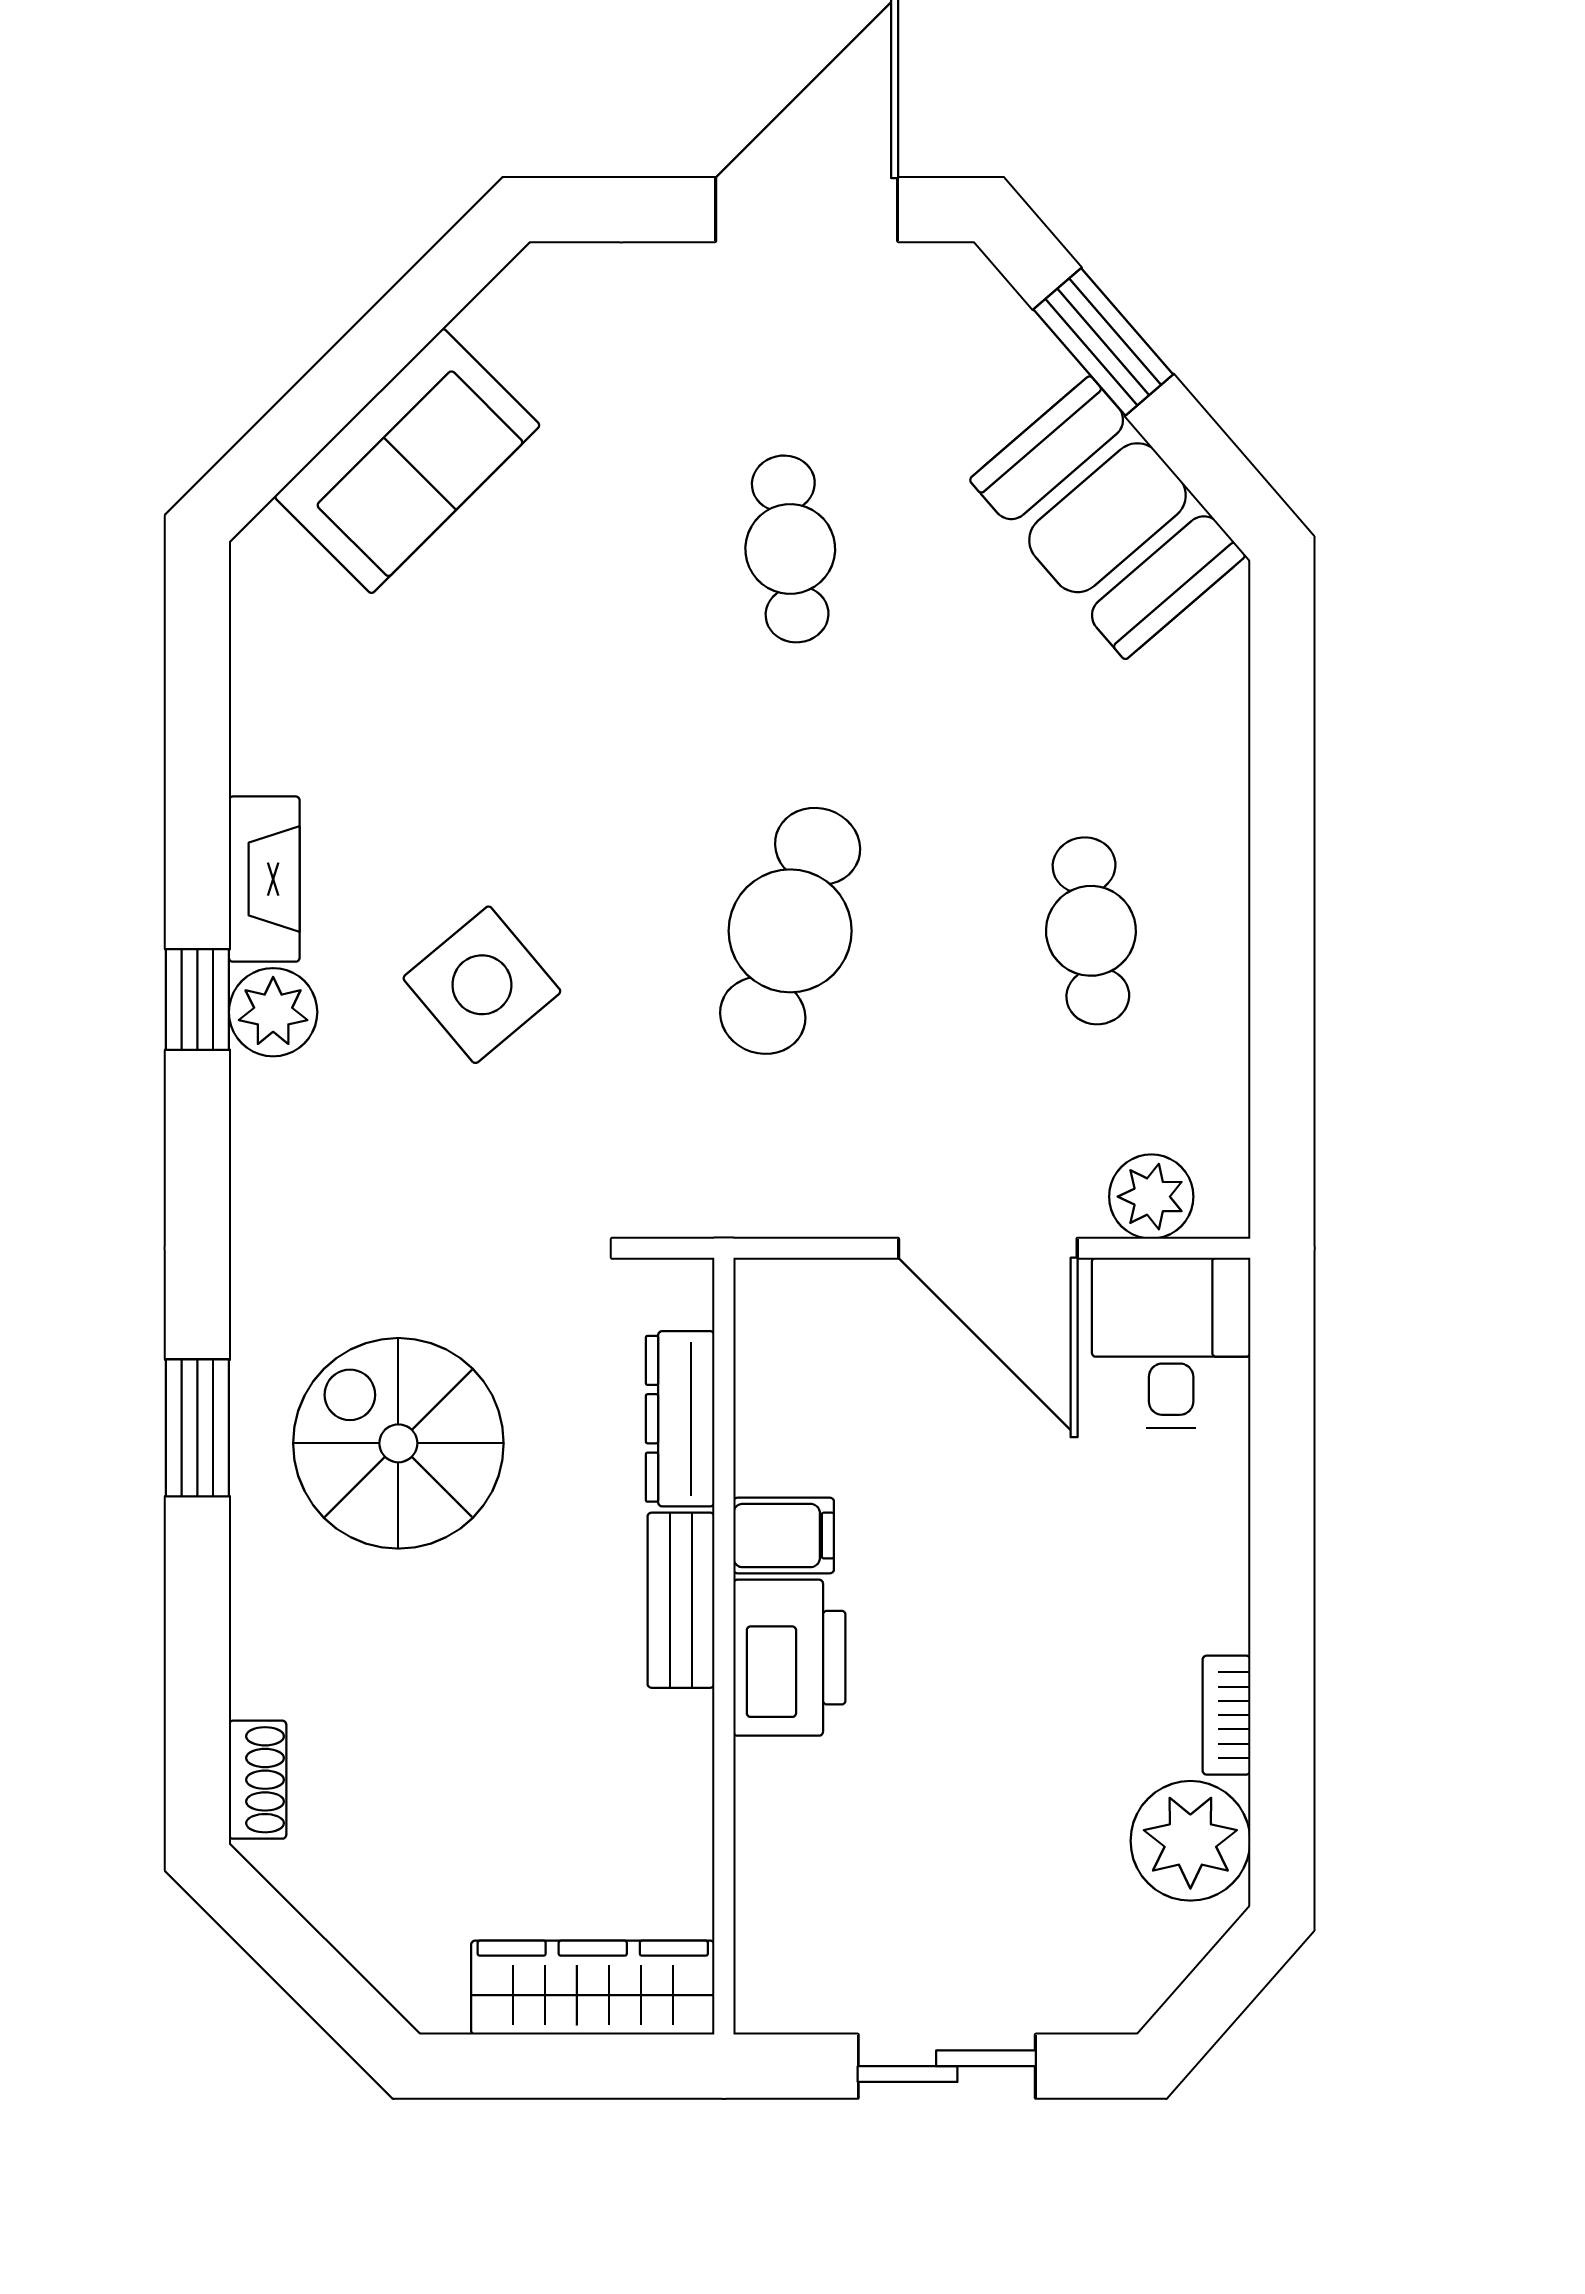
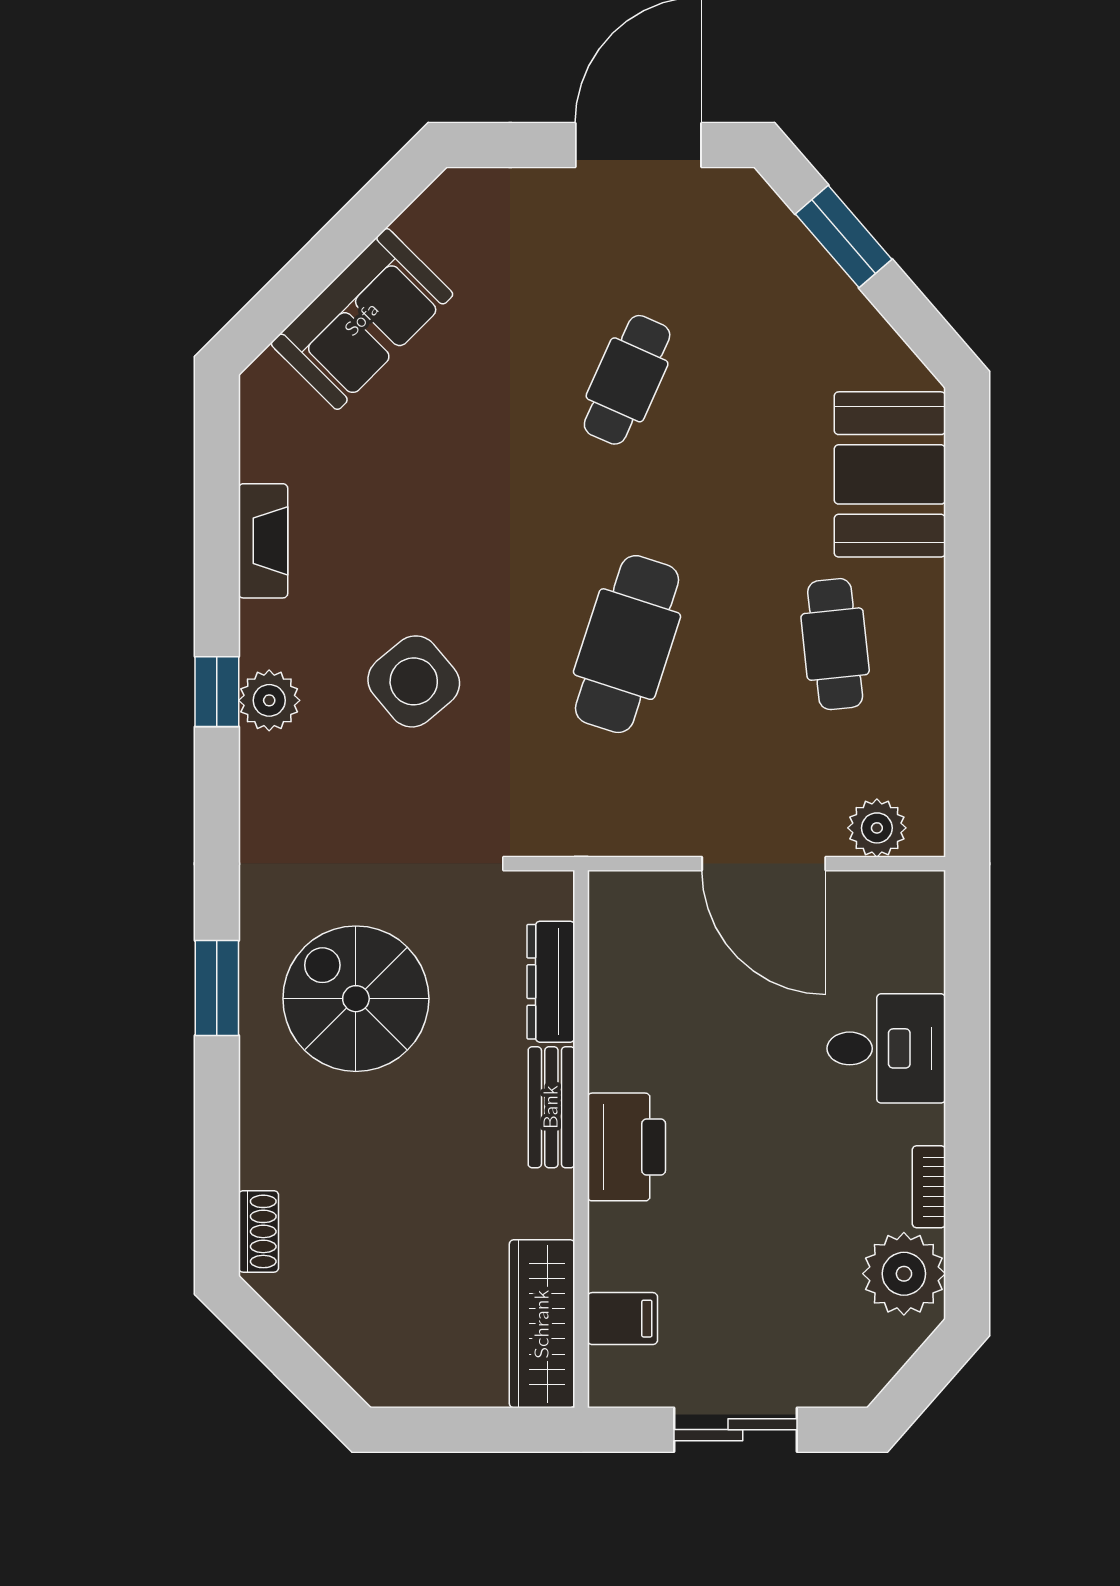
booth: (1107, 518) -> (890, 474), moved, turned 41
cafe table: (790, 549) -> (627, 380), turned 30
fireplace: (264, 879) -> (263, 541), moved
desk: (1171, 1343) -> (886, 1048), moved, turned 90
filing cabinet: (784, 1536) -> (622, 1319), moved
wardrobe: (593, 1988) -> (542, 1324), moved, turned -90

